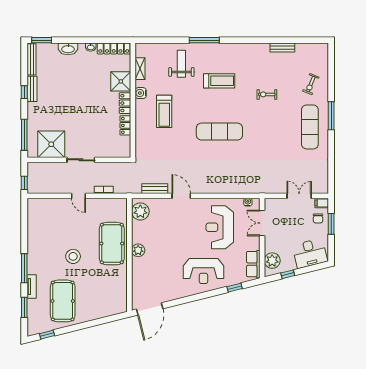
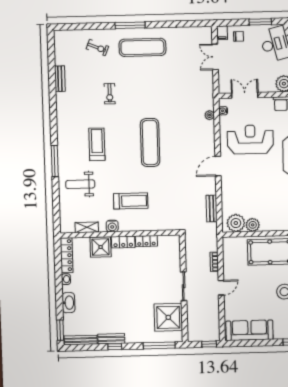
plant: (244, 189) -> (210, 115), added
door: (181, 196) -> (218, 166), moved
sofa: (37, 222) -> (249, 330), added
double door: (262, 223) -> (245, 95), swing flipped
window: (331, 224) -> (260, 22), moved
reception desk: (220, 227) -> (250, 139), turned 180
plant: (138, 250) -> (253, 225), moved

